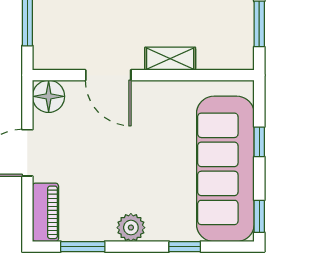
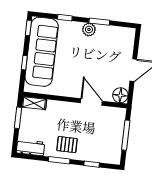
shelving: (170, 59) -> (34, 103), moved
piano: (45, 212) -> (128, 41), removed
window: (83, 247) -> (99, 22), moved

